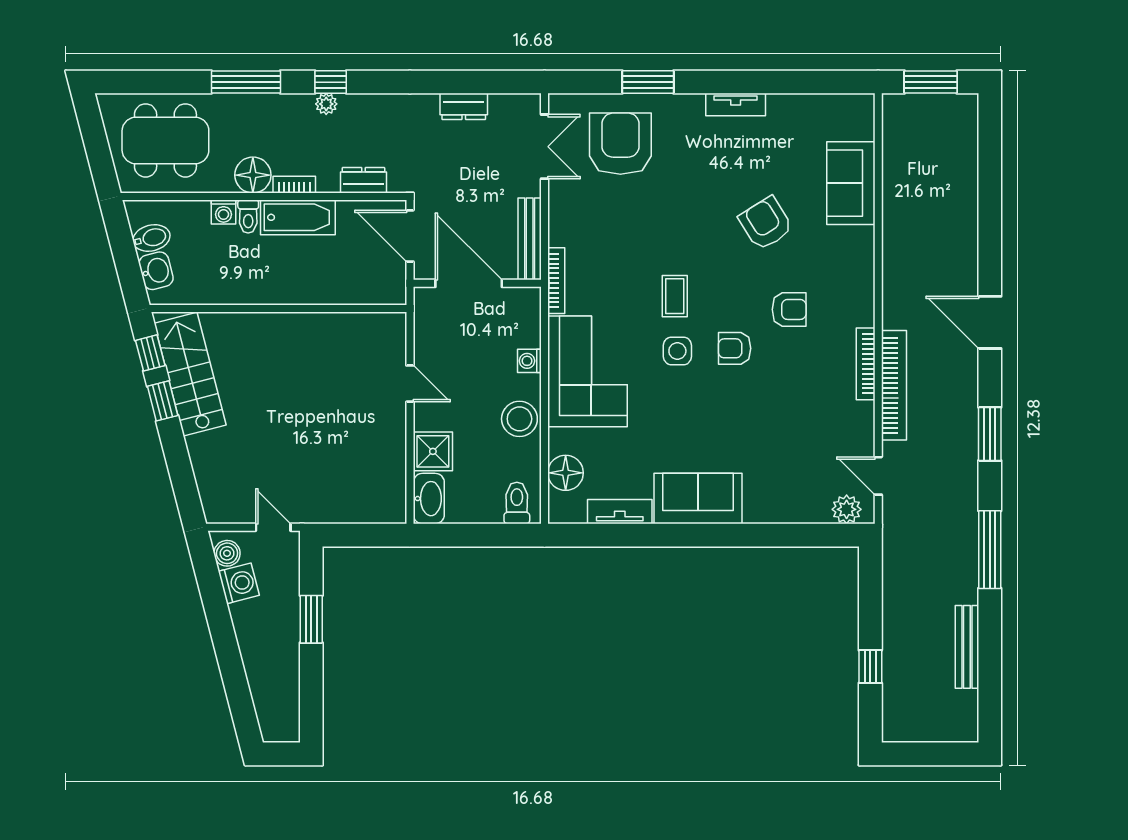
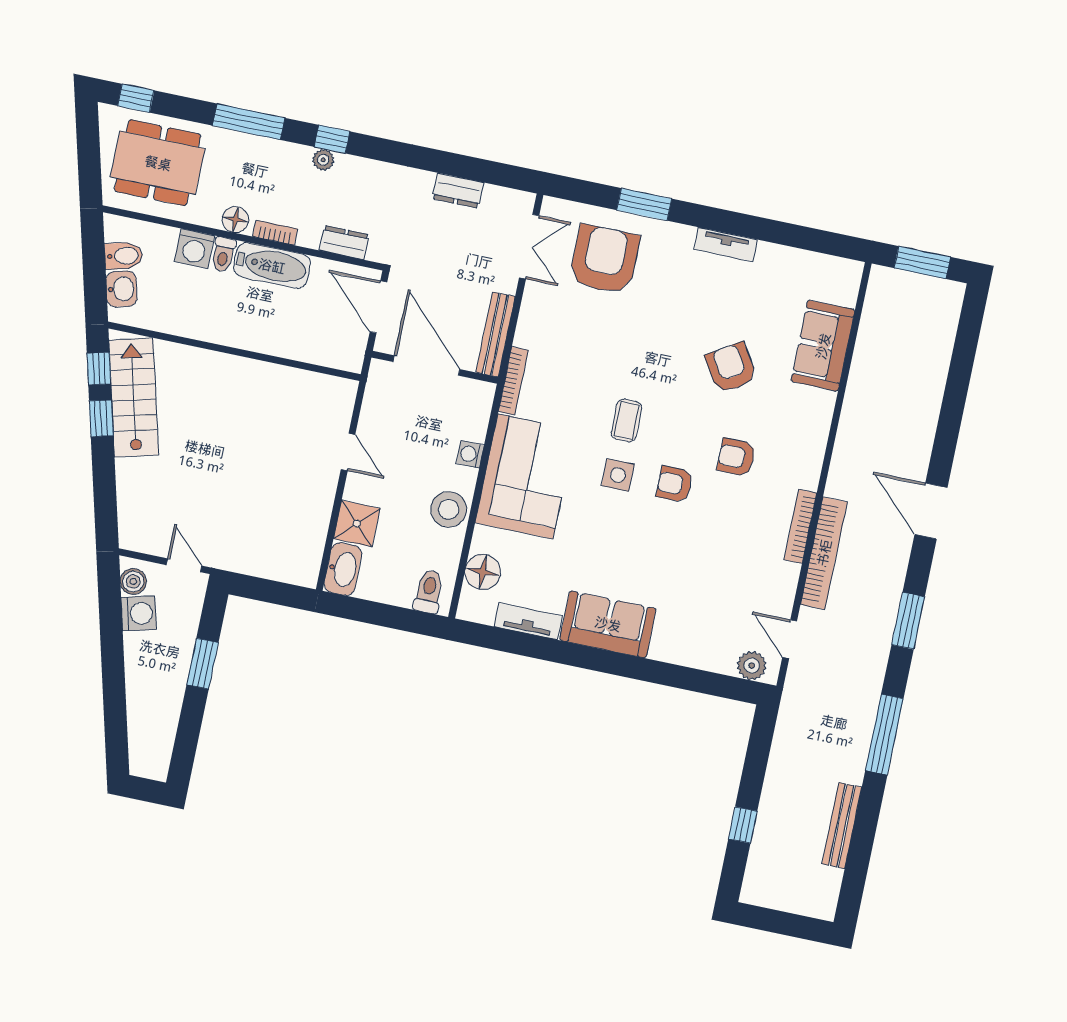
window: (131, 82) -> (136, 98), added
floor lamp: (253, 175) -> (235, 220), width x0.73, depth x0.73
washing machine: (224, 212) -> (194, 249), width x1.38, depth x1.38
armchair: (789, 309) -> (736, 457), turned 180

